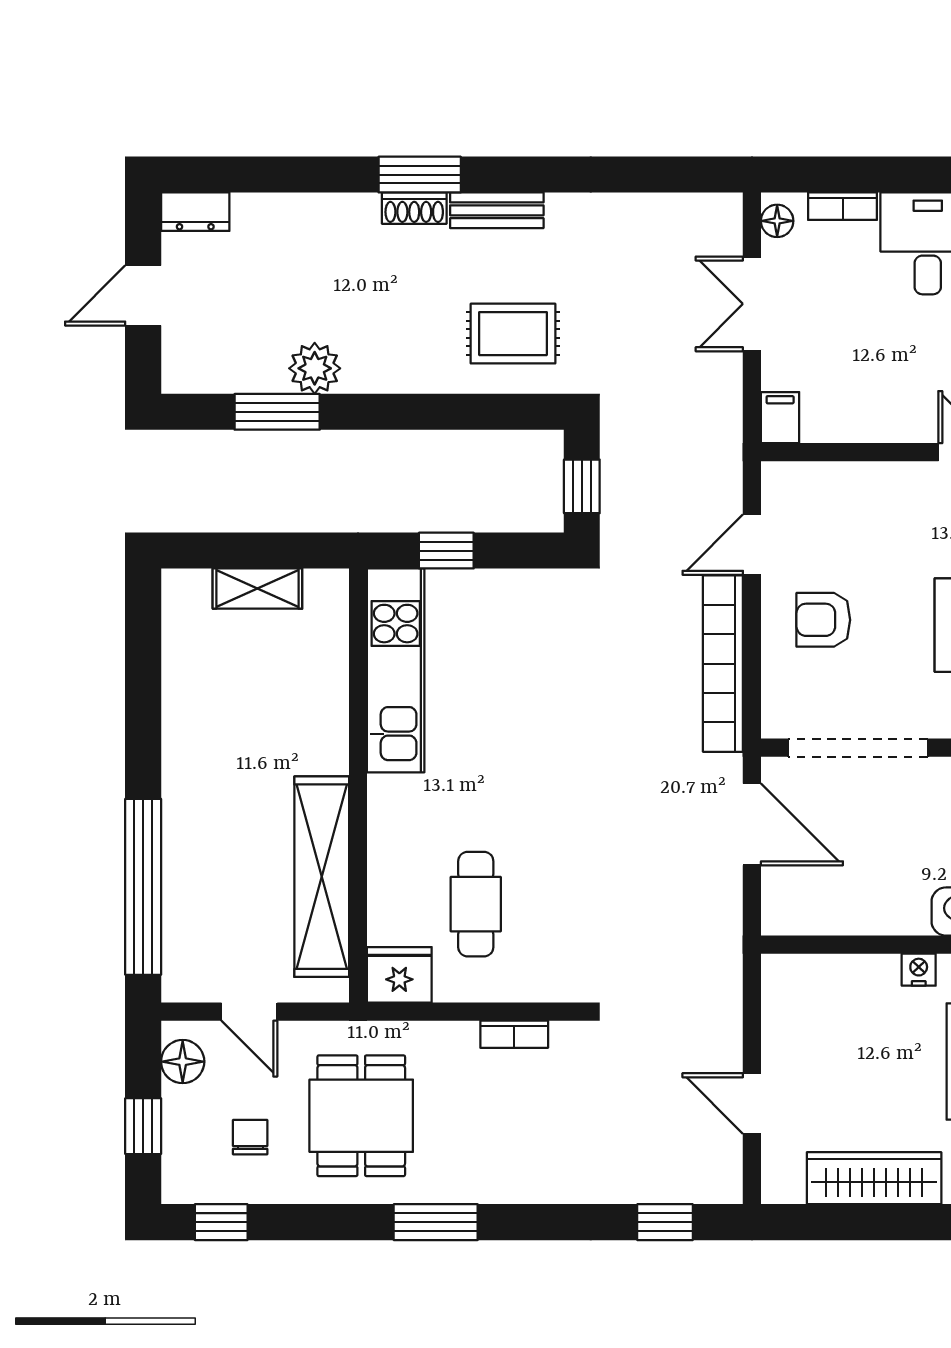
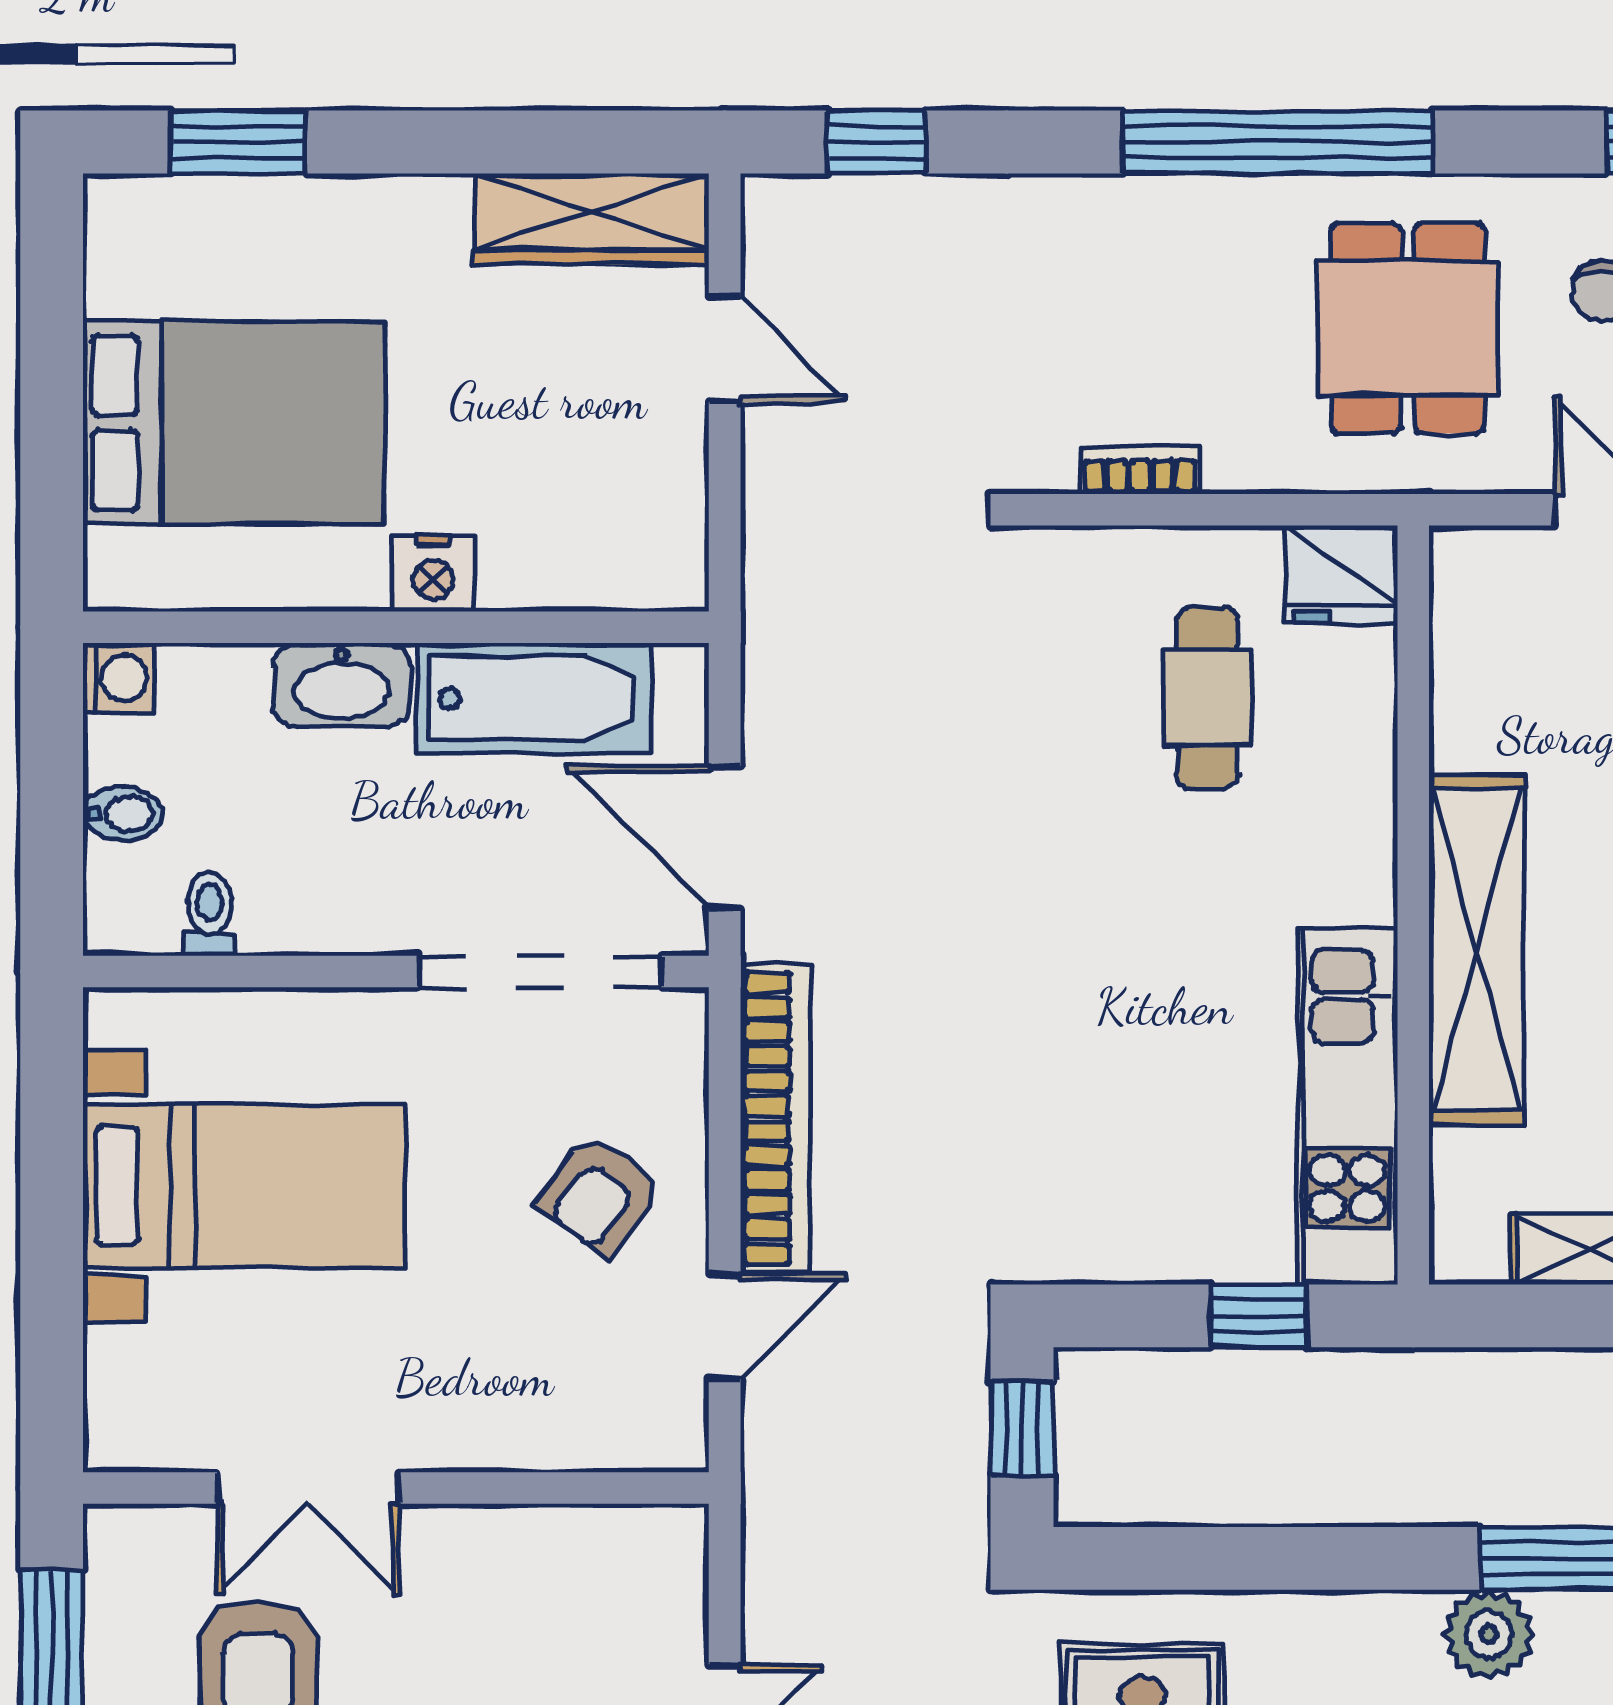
filing cabinet: (780, 418) -> (675, 1548), removed
armchair: (823, 620) -> (600, 1195), turned 127
shelving: (322, 877) -> (1477, 950), moved
bathtub: (861, 904) -> (534, 698), added
nightstand: (919, 970) -> (433, 573), width x1.39, depth x1.35
wardrobe: (874, 1178) -> (591, 219), moved
window: (436, 1222) -> (1277, 142), width x2.11

